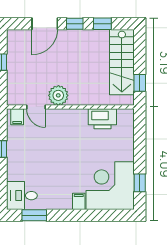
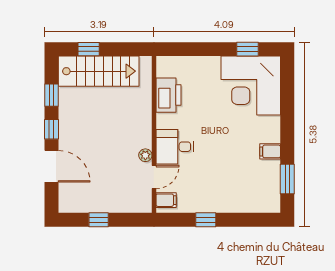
window: (140, 83) -> (89, 49), moved
plant: (58, 95) -> (145, 155), width x0.53, depth x0.53
desk: (22, 196) -> (175, 147), moved, turned 90
filing cabinet: (79, 201) -> (270, 151), moved

